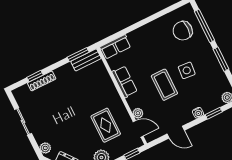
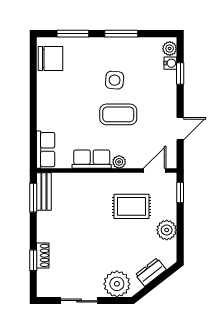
window: (204, 26) -> (73, 34), width x0.69
chair: (183, 31) -> (51, 58), moved, turned -90
shoe rack: (42, 81) -> (43, 255), width x0.70
plant: (138, 113) -> (119, 162), moved
water cooler: (198, 113) -> (170, 63), moved
plant: (45, 148) -> (117, 284), width x1.88, depth x1.88

